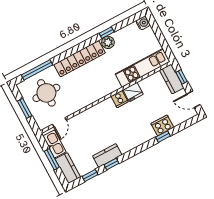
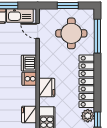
fridge: (103, 89) -> (47, 88), added
cooker: (120, 99) -> (29, 79), moved
dishwasher: (90, 115) -> (29, 63), added

